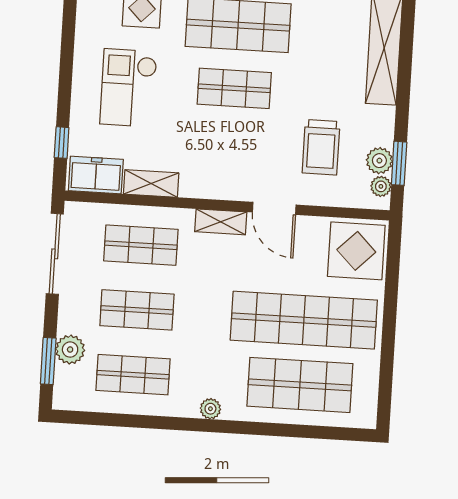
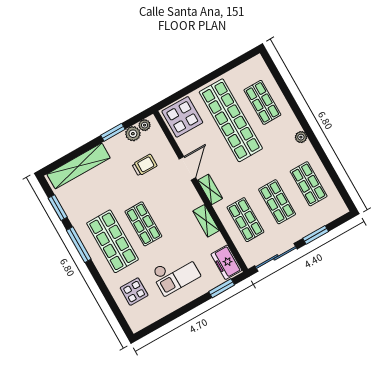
window: (62, 143) -> (222, 288), width x1.50
trolley: (321, 147) -> (144, 165), width x0.73, depth x0.72
window: (399, 163) -> (113, 132), moved
shelving: (151, 184) -> (206, 221), moved
plant: (70, 350) -> (316, 221), removed
window: (48, 361) -> (316, 235), moved
shop shelf: (300, 385) -> (262, 102), width x0.70, depth x0.74

